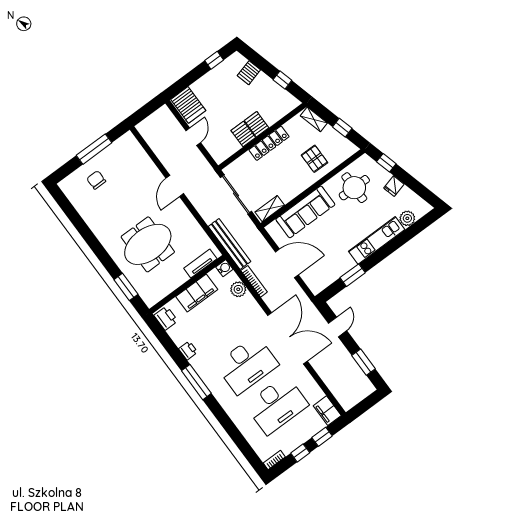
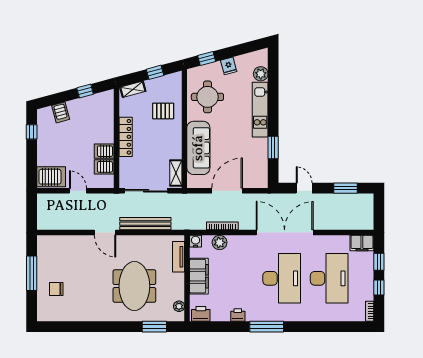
server rack: (257, 124) -> (104, 167), moved
bench: (229, 244) -> (145, 224), moved
plant: (159, 295) -> (179, 306), added

